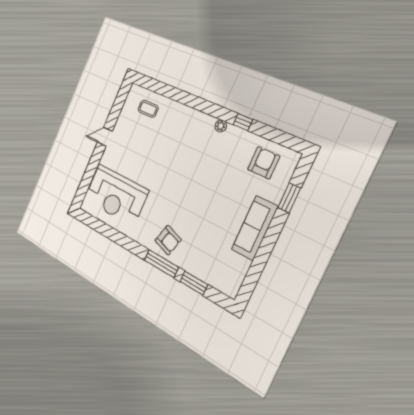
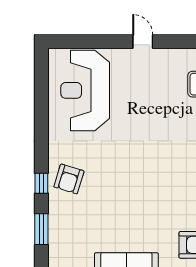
window: (161, 264) -> (41, 183), width x0.46

